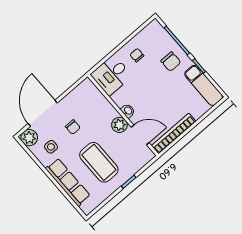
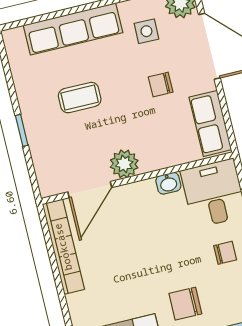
row of seats: (79, 94) -> (210, 123), added
washbasin: (128, 111) -> (168, 183), moved
coffee table: (99, 162) -> (80, 98), width x0.54, depth x0.58

